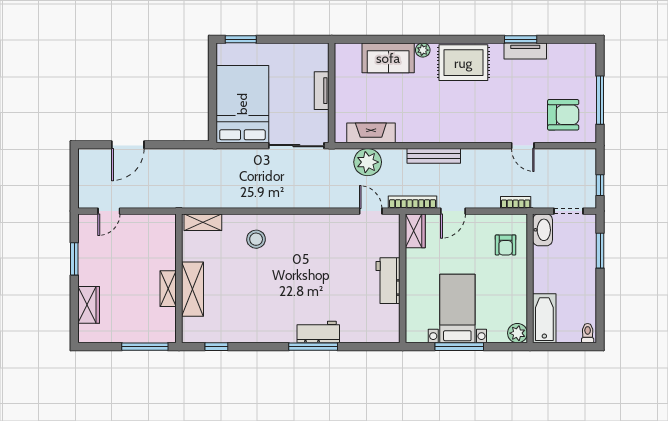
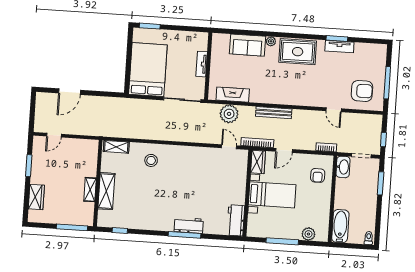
workbench: (388, 281) -> (236, 220), moved
bed with nightstands: (457, 309) -> (272, 195), moved, turned 90
plant: (517, 333) -> (308, 234), moved

